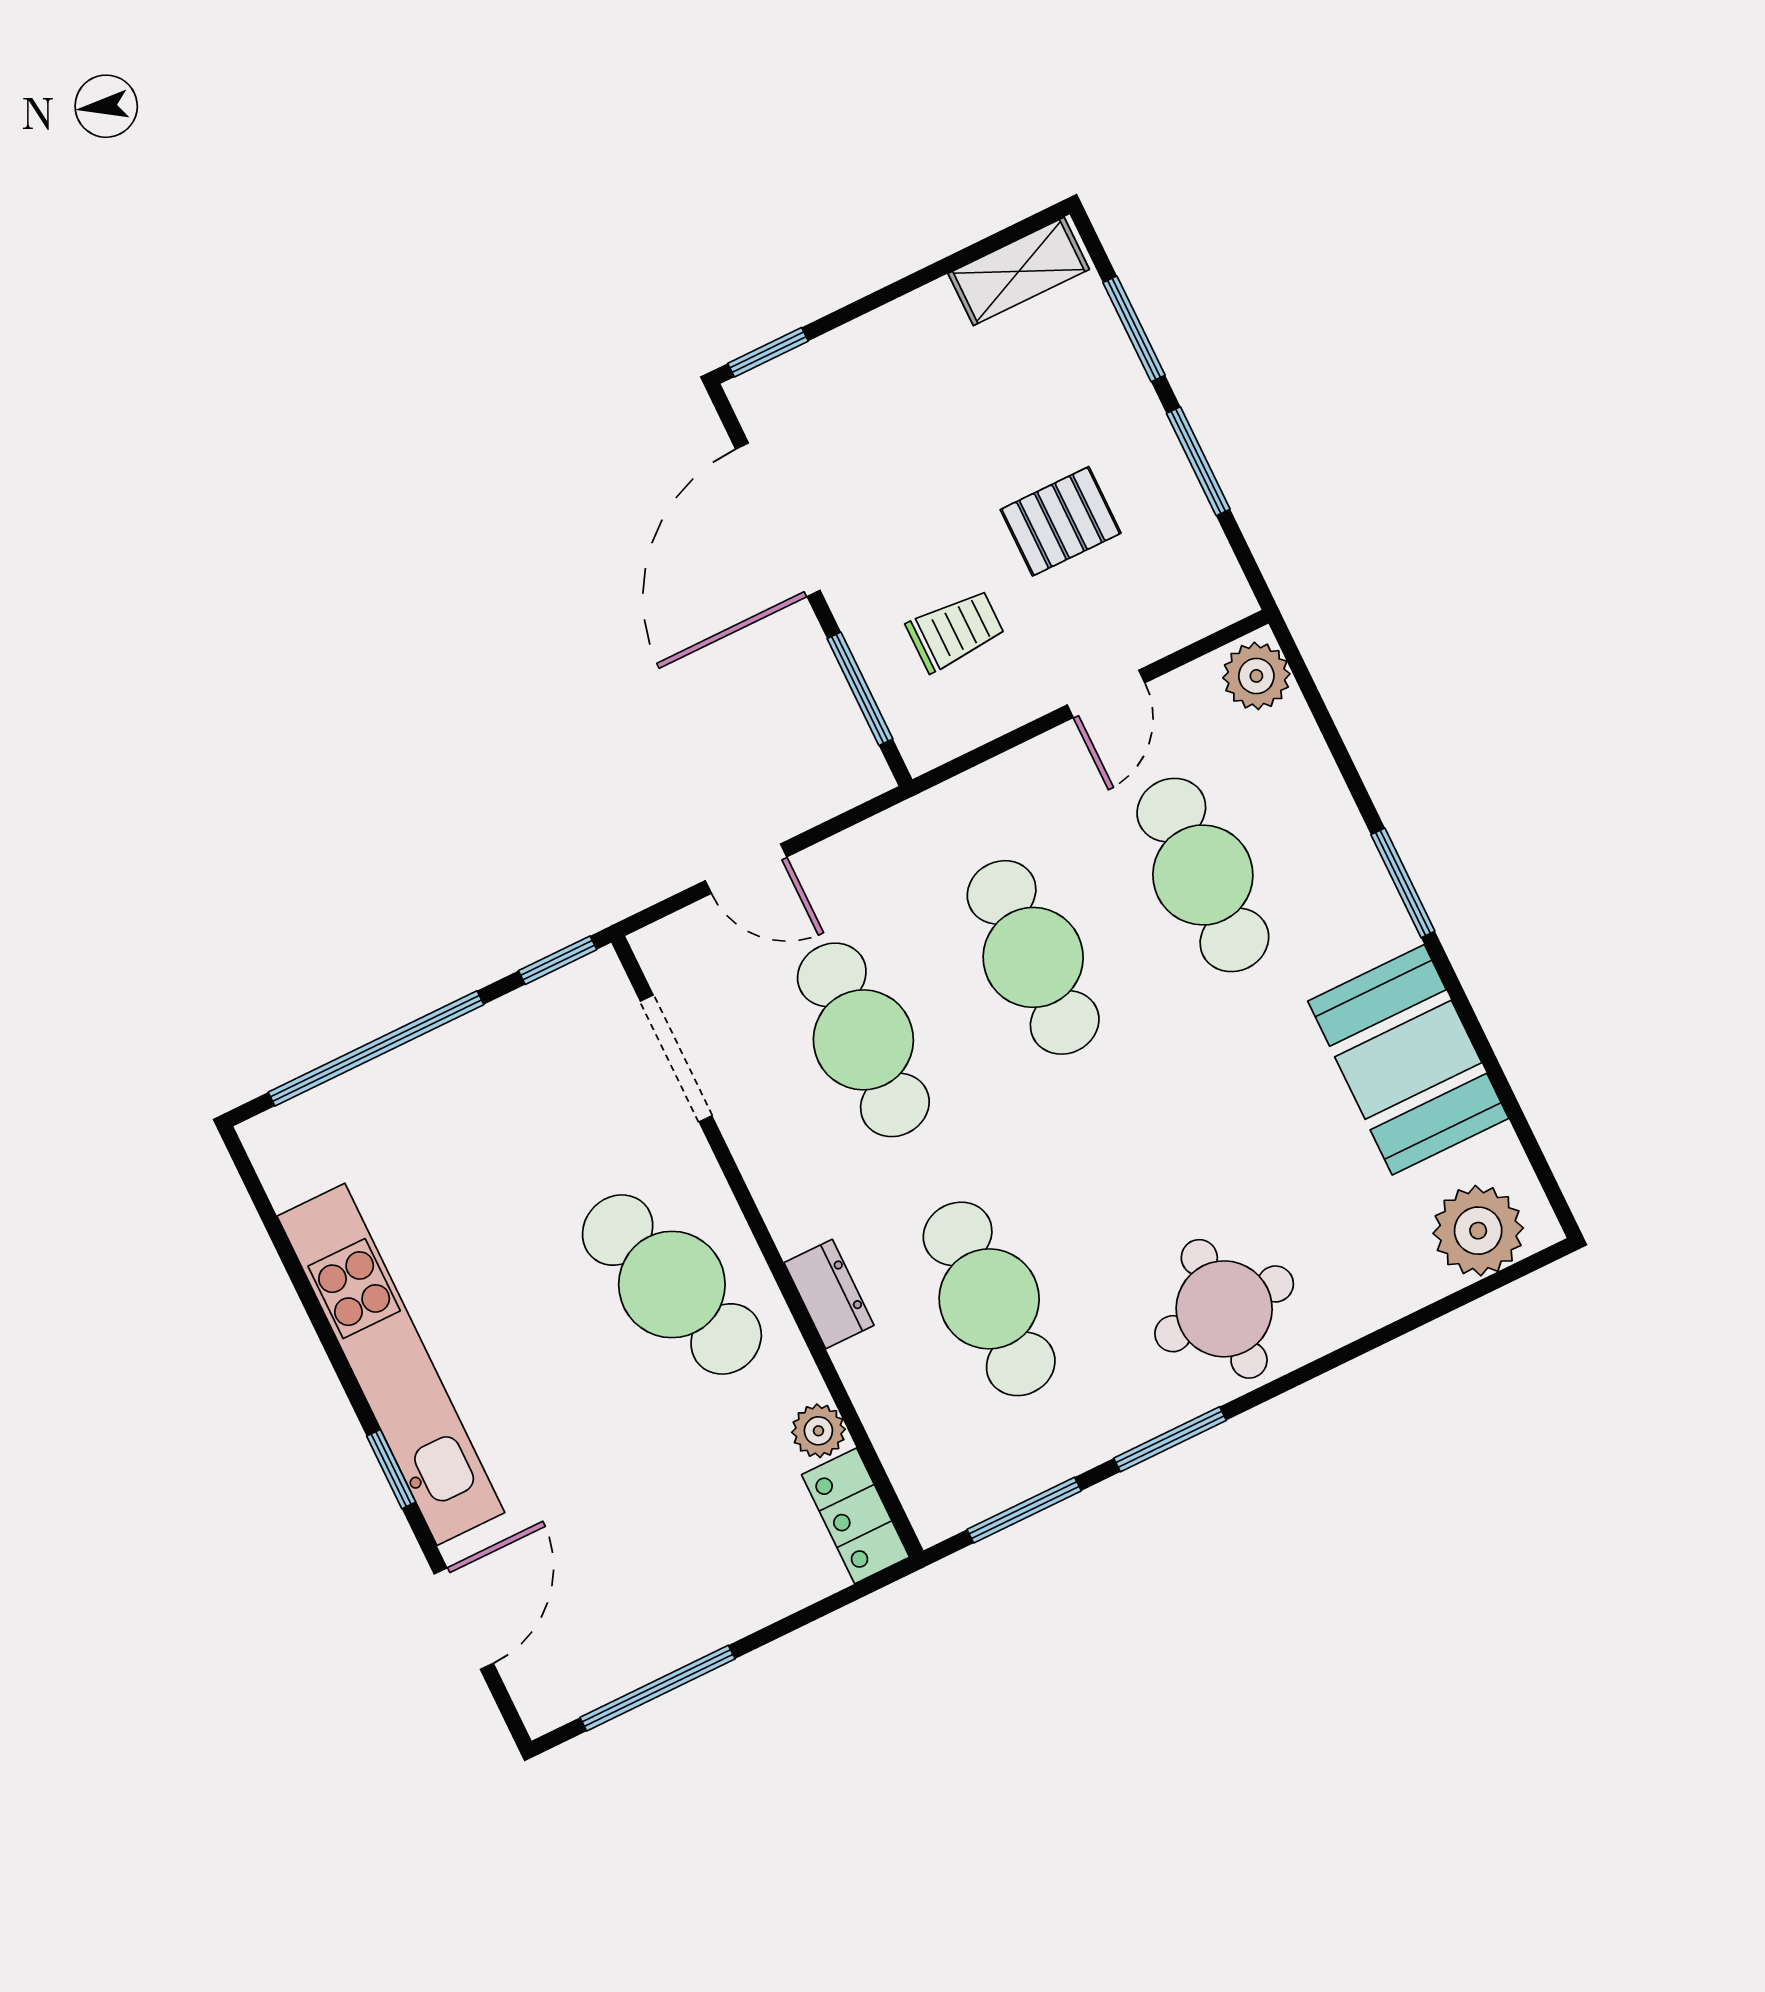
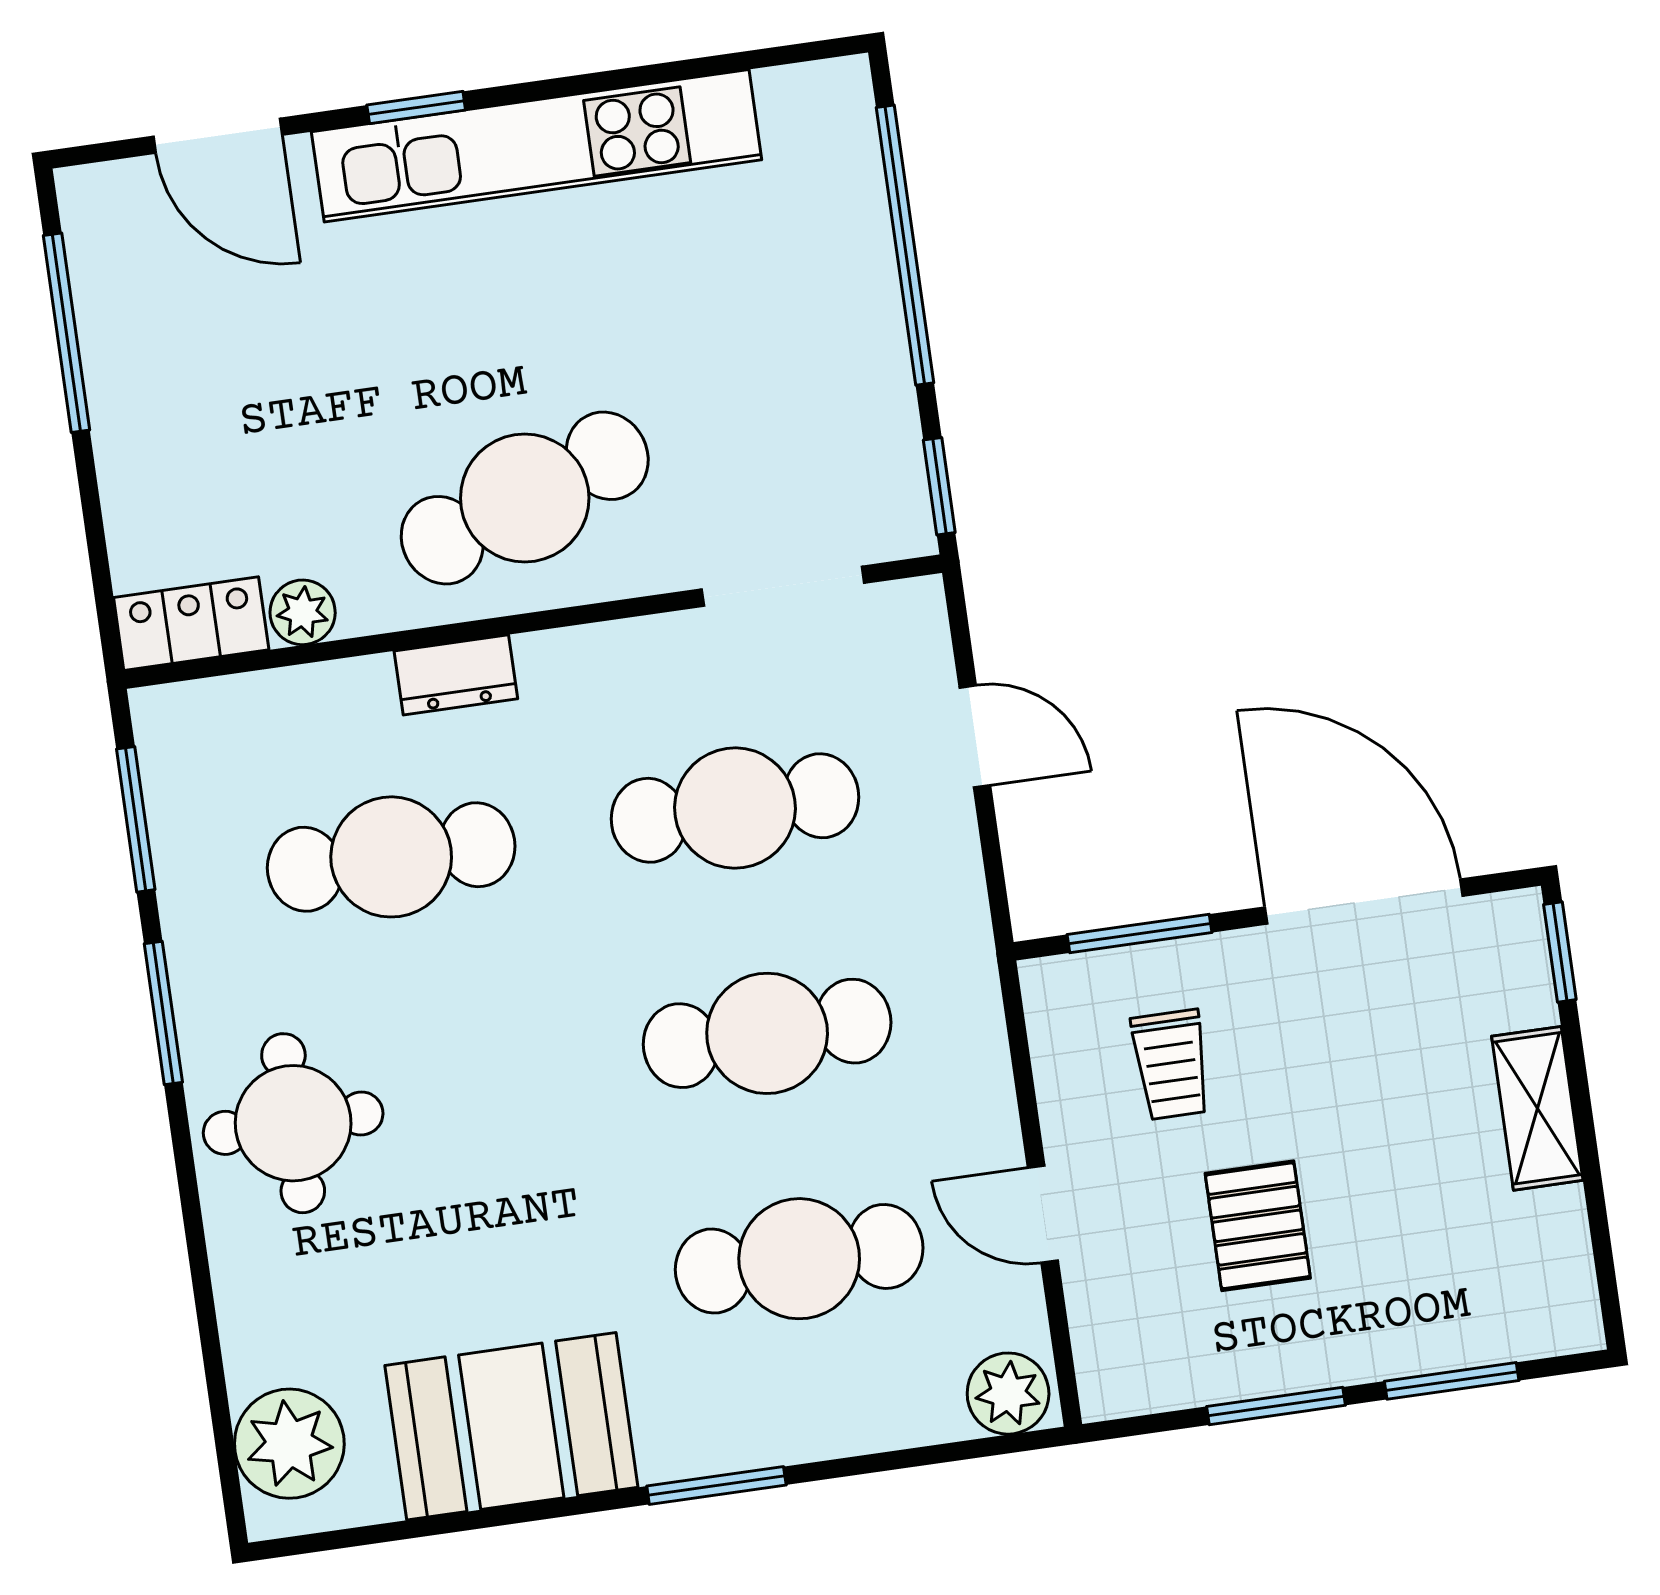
shelving: (1019, 271) -> (1537, 1108), moved
door: (746, 869) -> (975, 736), swing flipped

